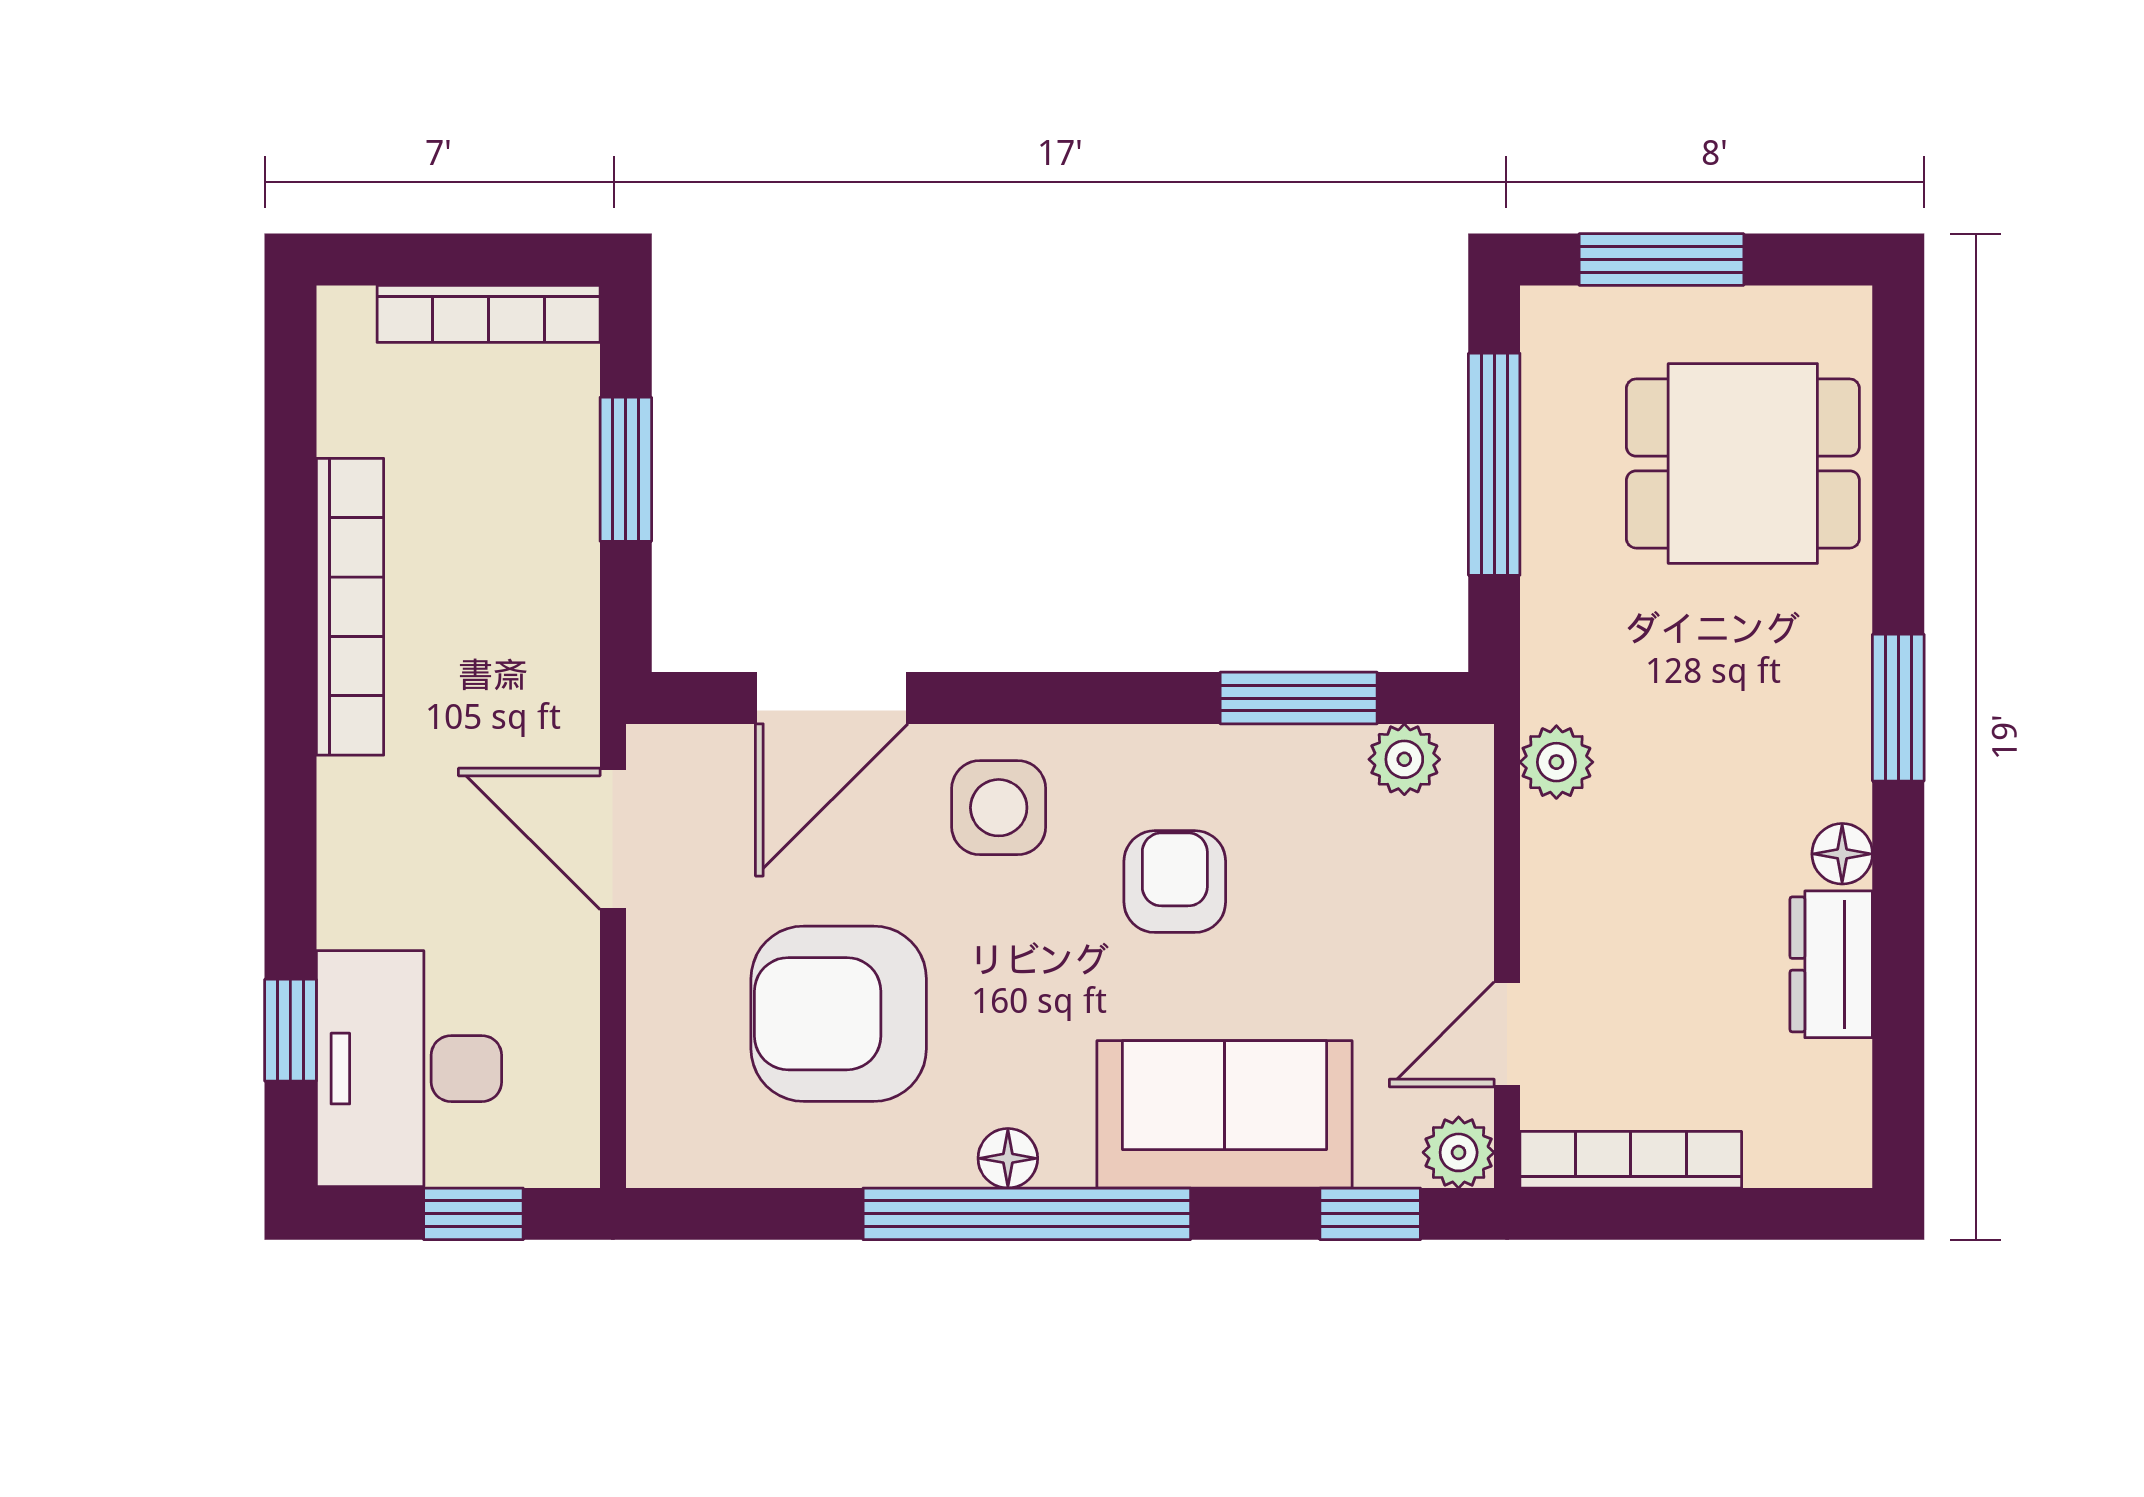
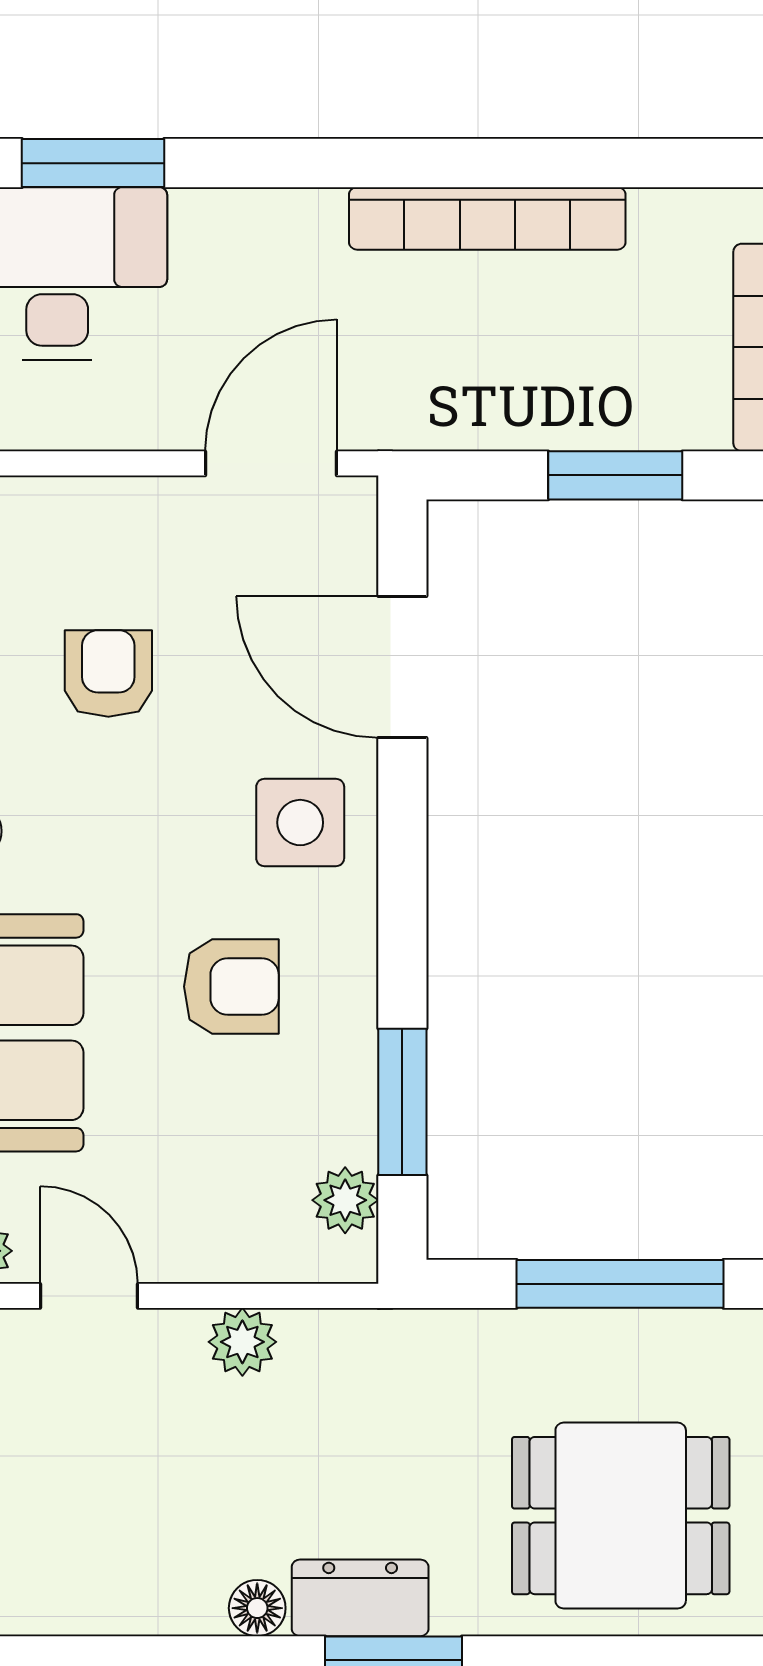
dining table: (1743, 463) -> (621, 1516), turned 90
plant: (1556, 762) -> (242, 1342), moved
dresser: (1831, 964) -> (360, 1598), moved
armchair: (839, 1014) -> (108, 673), width x0.53, depth x0.53
window: (290, 1030) -> (93, 163), width x1.50

